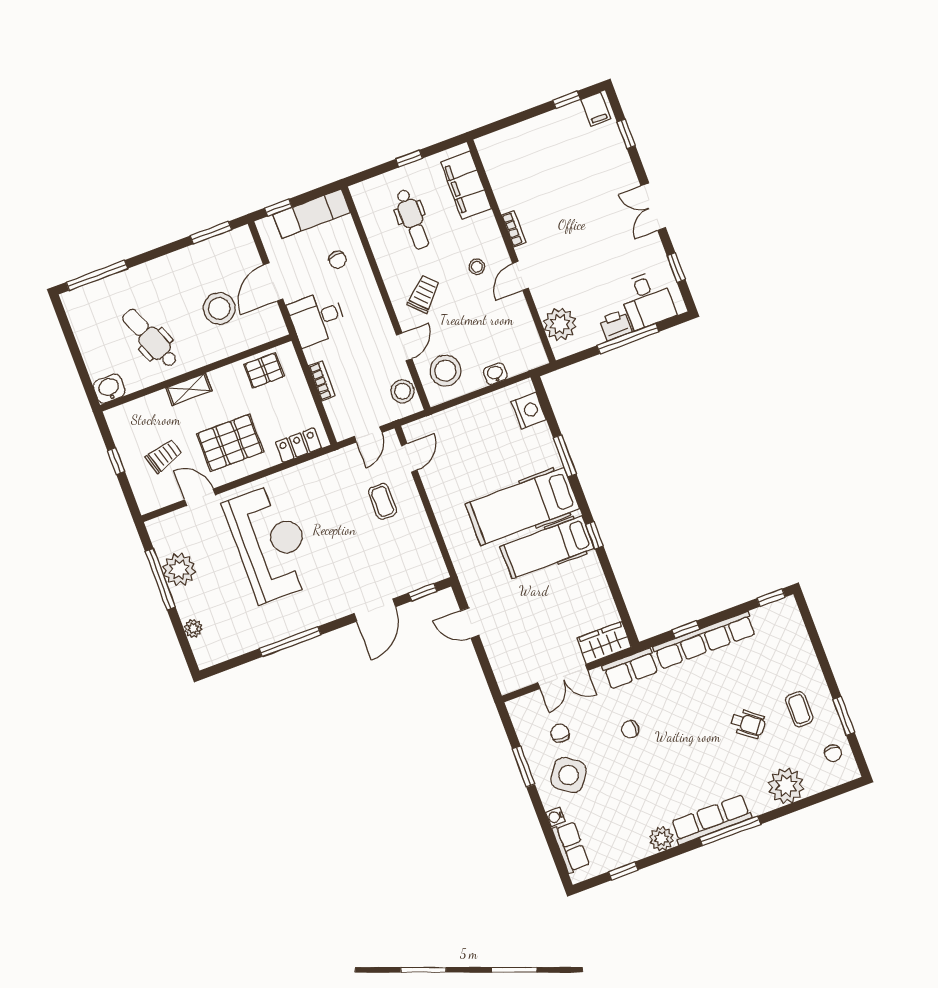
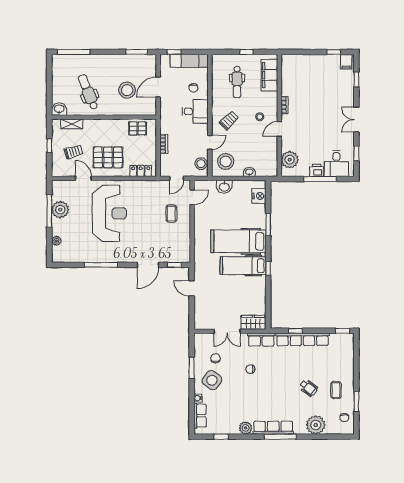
desk: (317, 318) -> (195, 111), moved, turned 180
shelving: (189, 389) -> (72, 124), moved
washbasin: (460, 417) -> (224, 187), added

